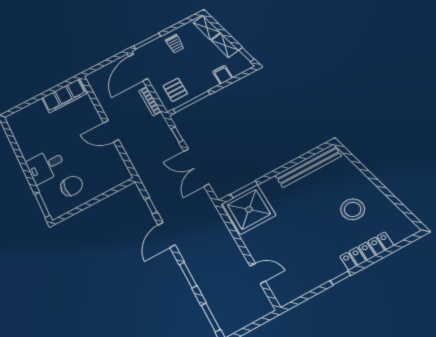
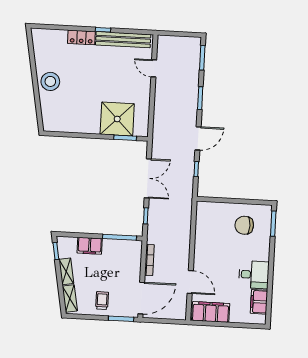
filing cabinet: (223, 75) -> (90, 246), width x2.00
pallet: (175, 90) -> (125, 257), removed
filing cabinet: (21, 131) -> (259, 302), added
door: (111, 131) -> (190, 282), moved
desk: (46, 166) -> (254, 275), moved
bench: (308, 166) -> (123, 40), moved
shower: (249, 209) -> (117, 119), moved
stool: (353, 209) -> (50, 81), moved
locker: (367, 251) -> (81, 37), width x0.66

